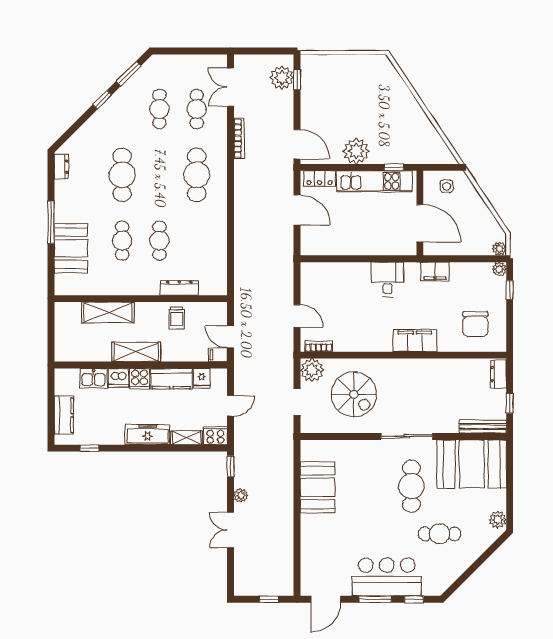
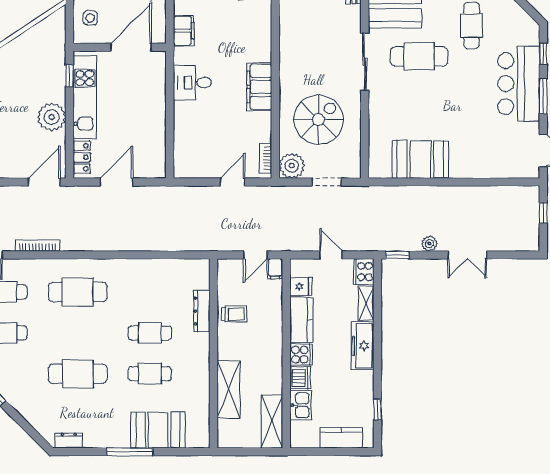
filing cabinet: (415, 340) -> (259, 87), moved
shelving: (136, 352) -> (272, 421), moved

